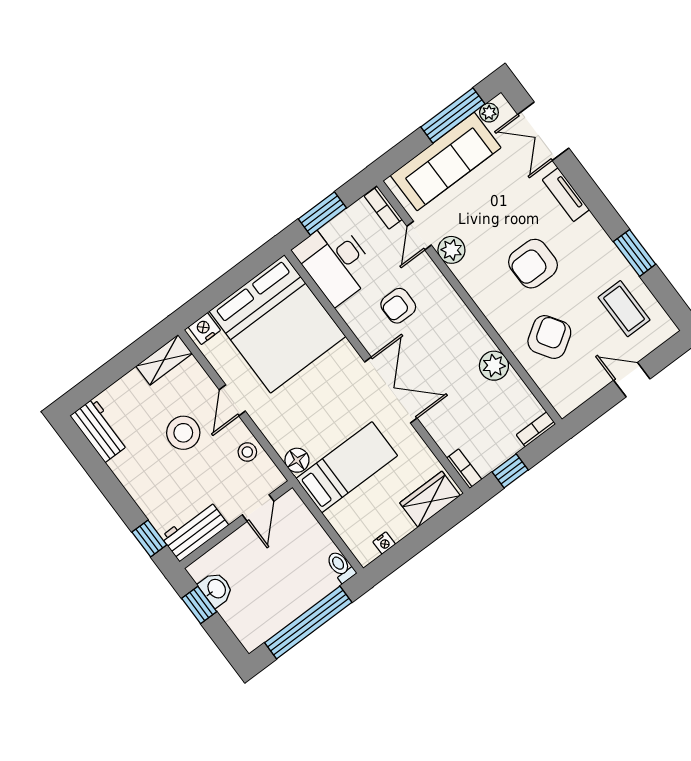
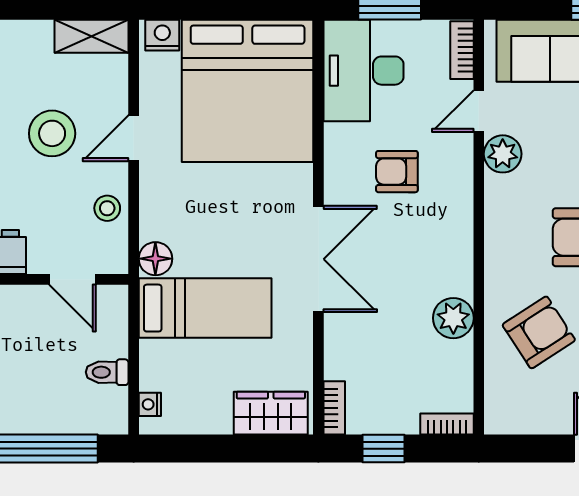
door: (258, 508) -> (73, 279), hinge flipped
nightstand: (384, 543) -> (150, 404), moved, turned 90
toilet: (341, 567) -> (107, 372), moved, turned -90

